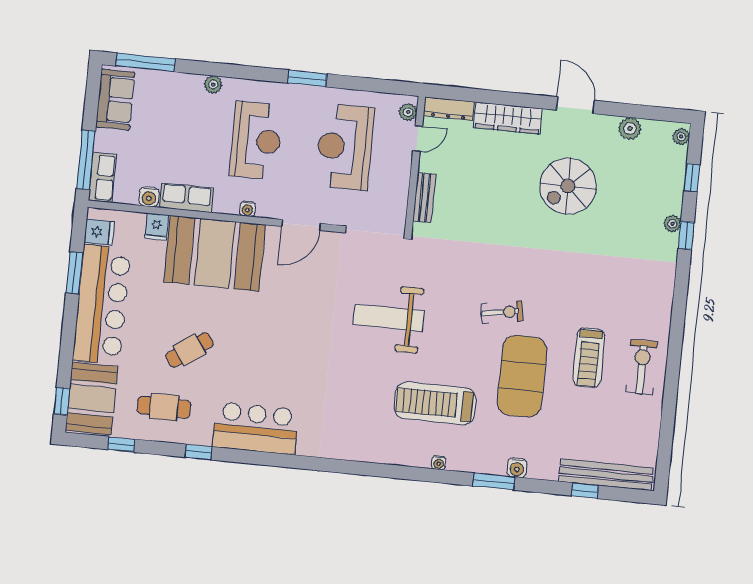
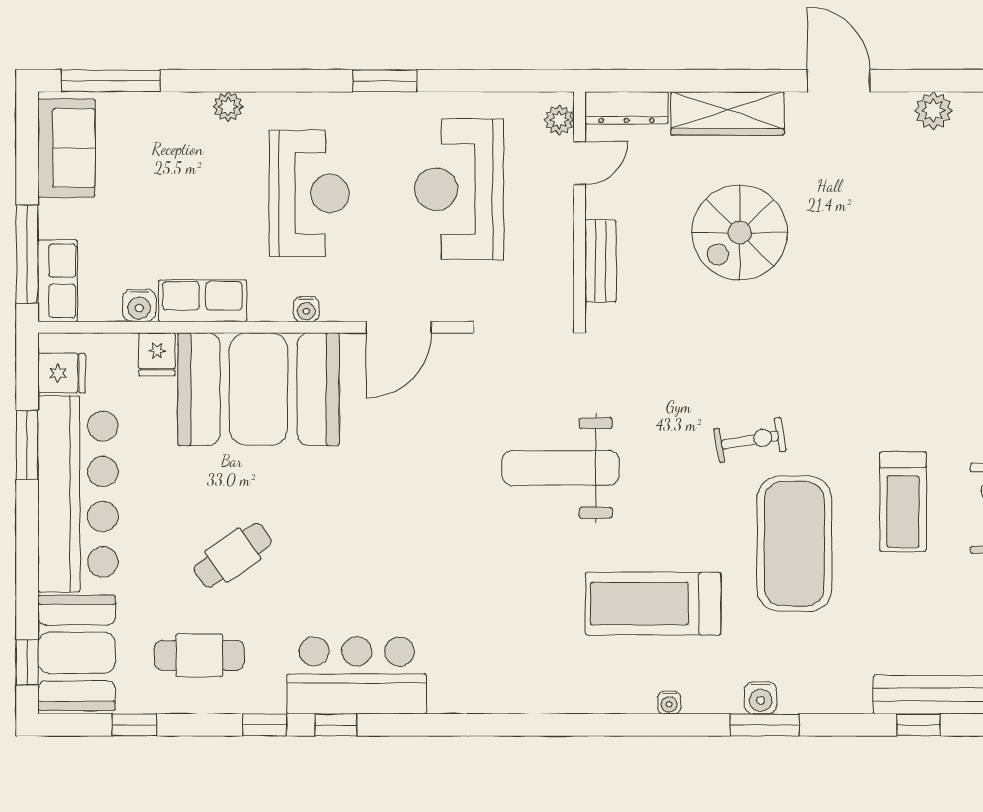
spiral stairs: (568, 186) -> (740, 233), moved
window: (240, 456) -> (336, 725), added
water cooler: (517, 468) -> (761, 698), moved

